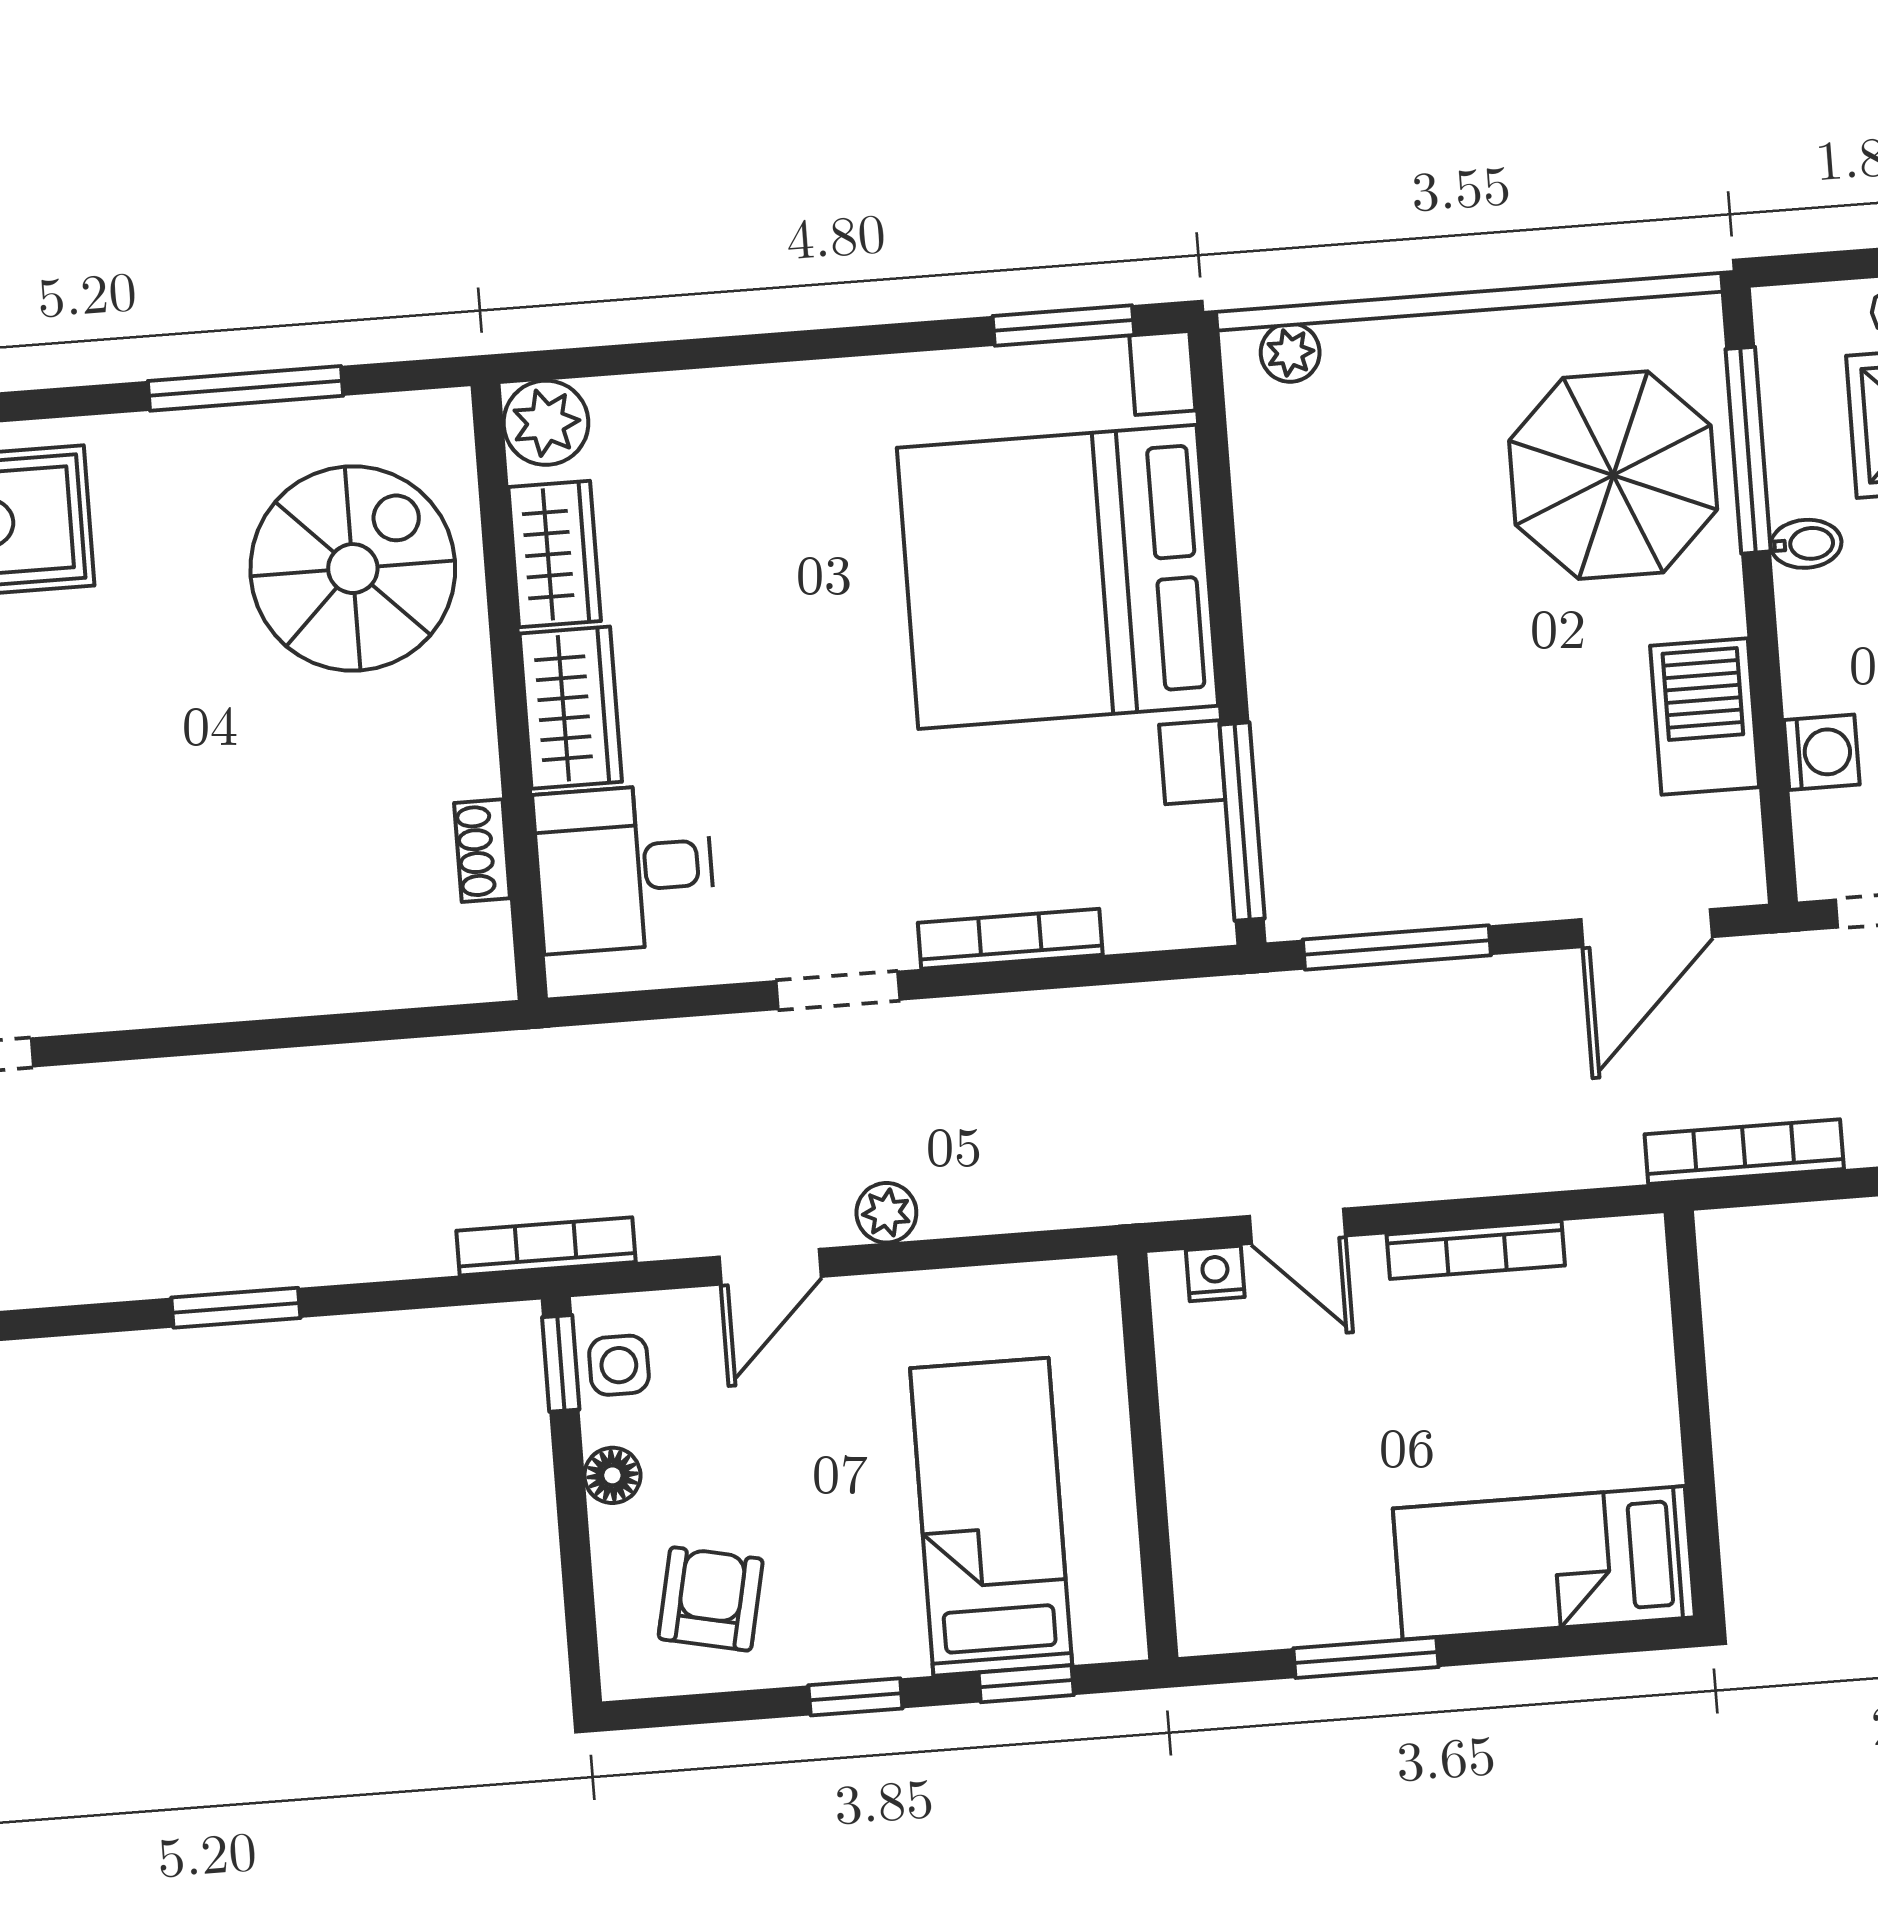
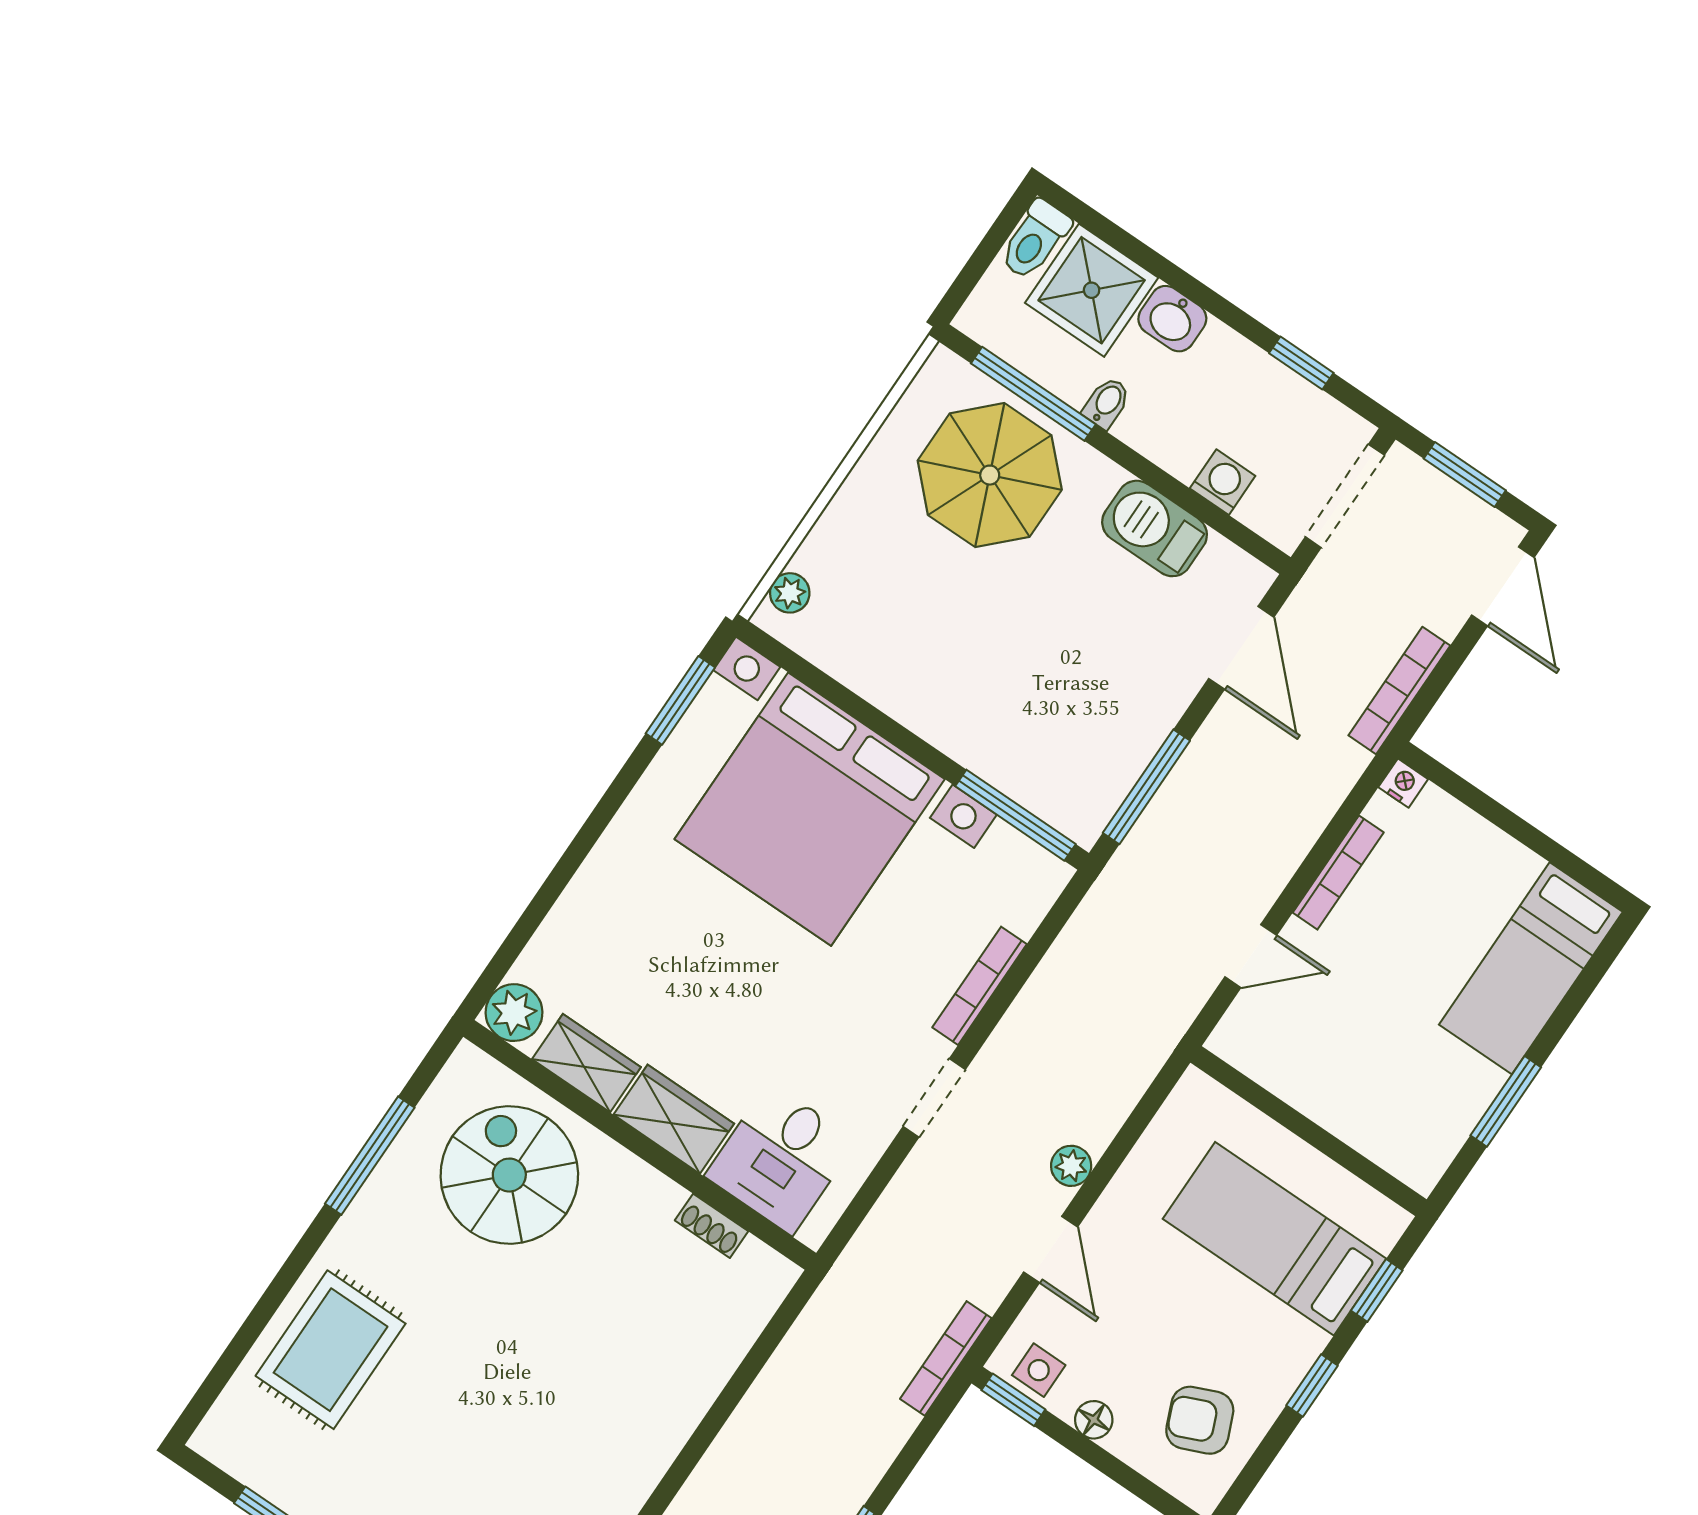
nightstand: (1215, 1273) -> (1403, 783), moved, turned 90
armchair: (711, 1599) -> (1200, 1420), turned -35

